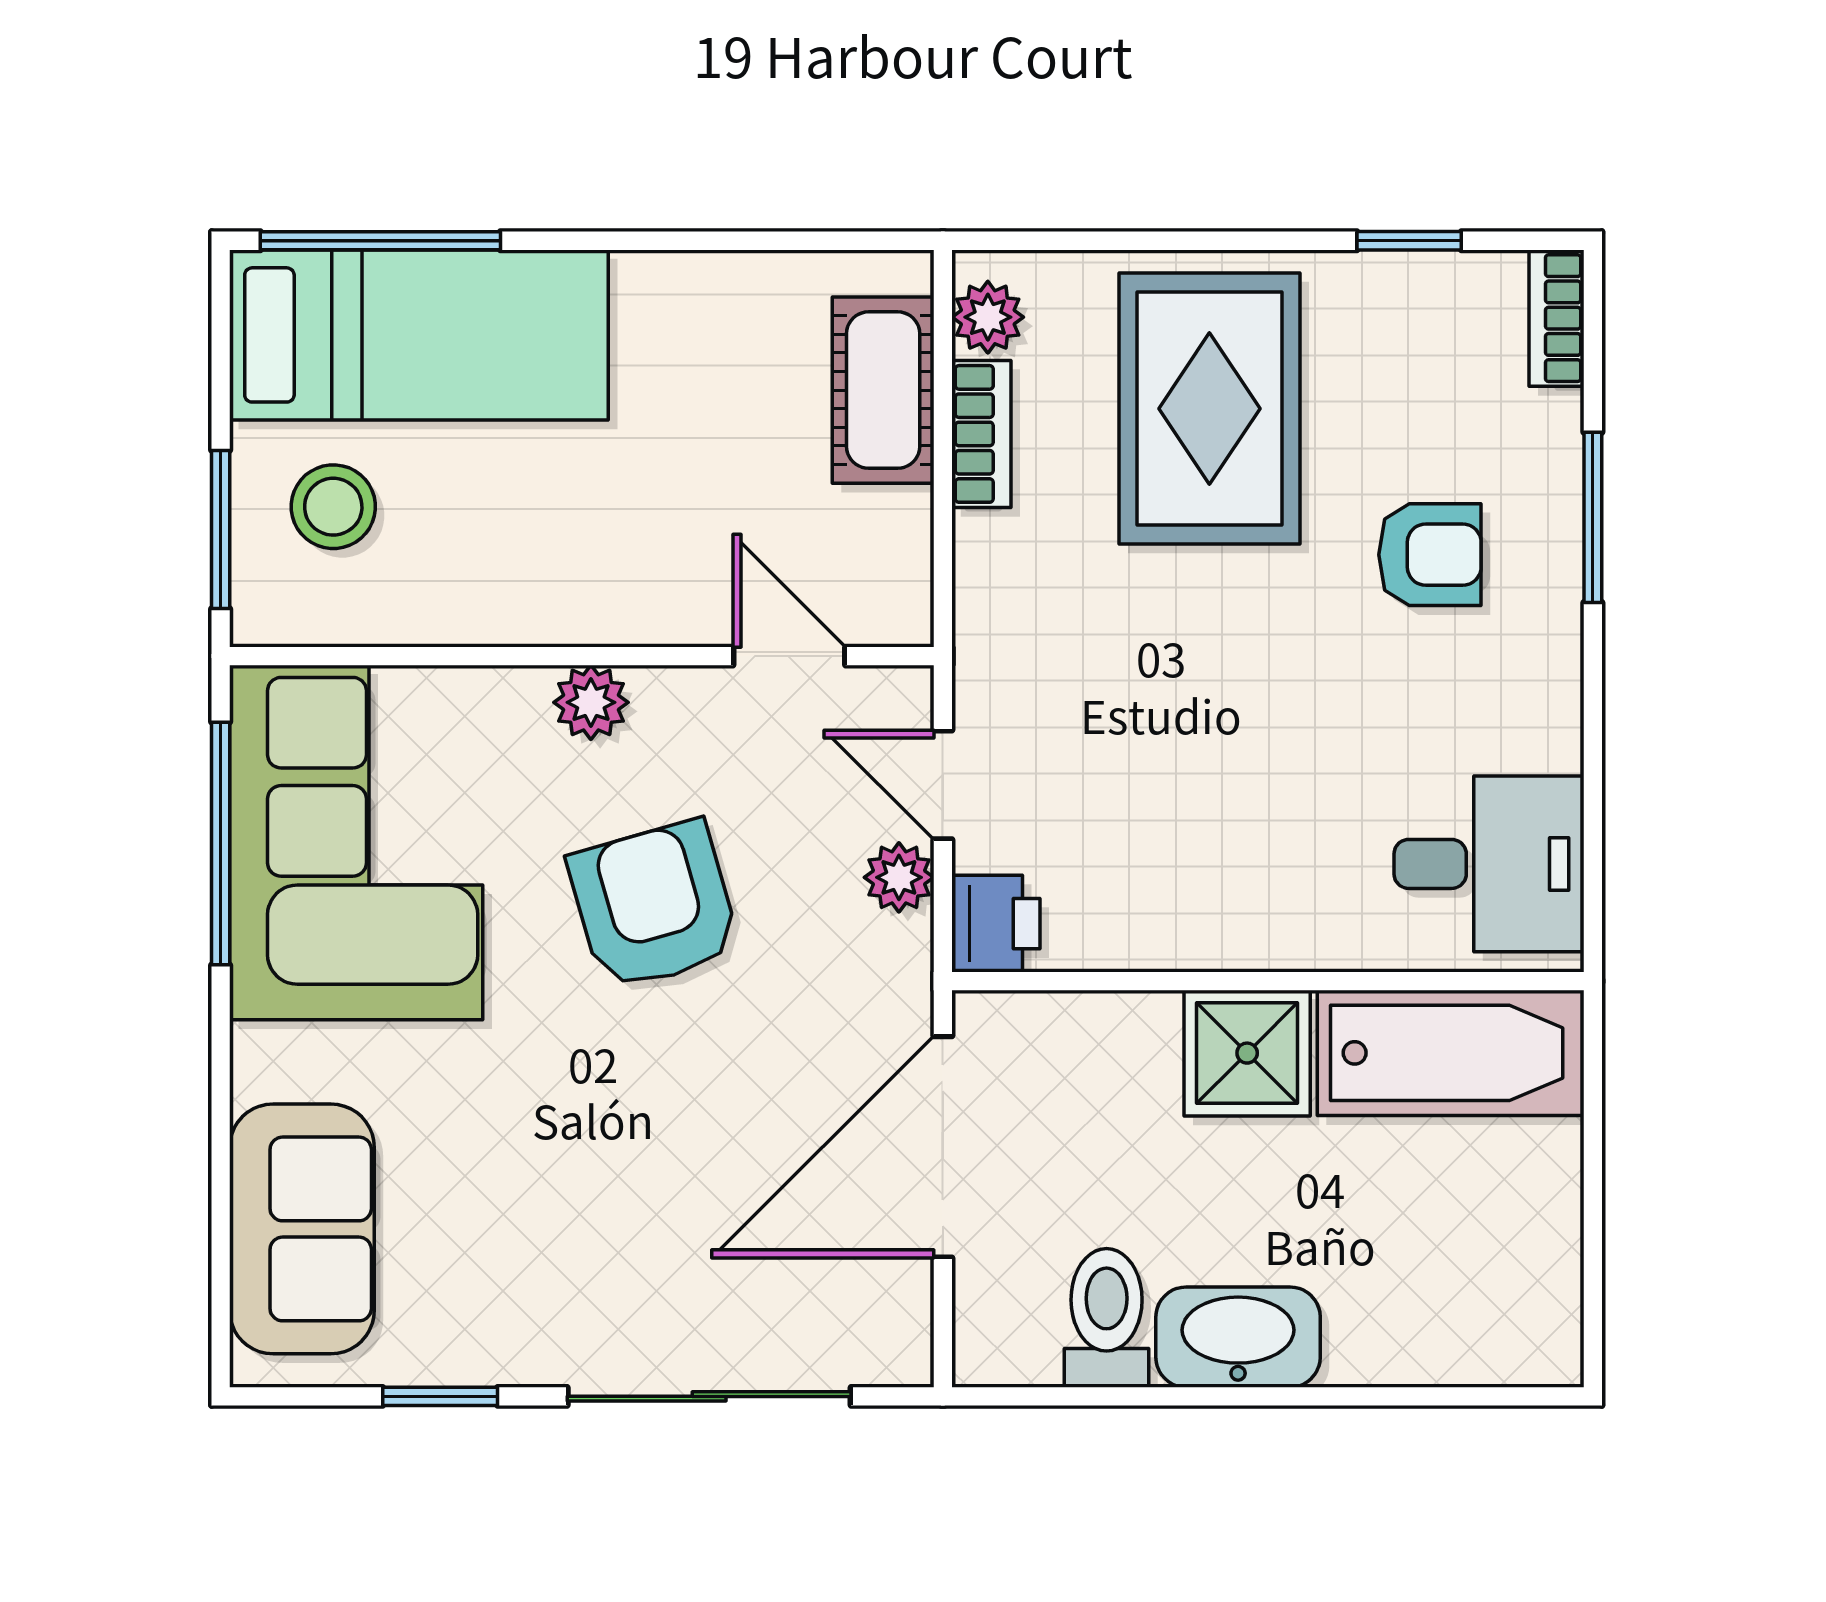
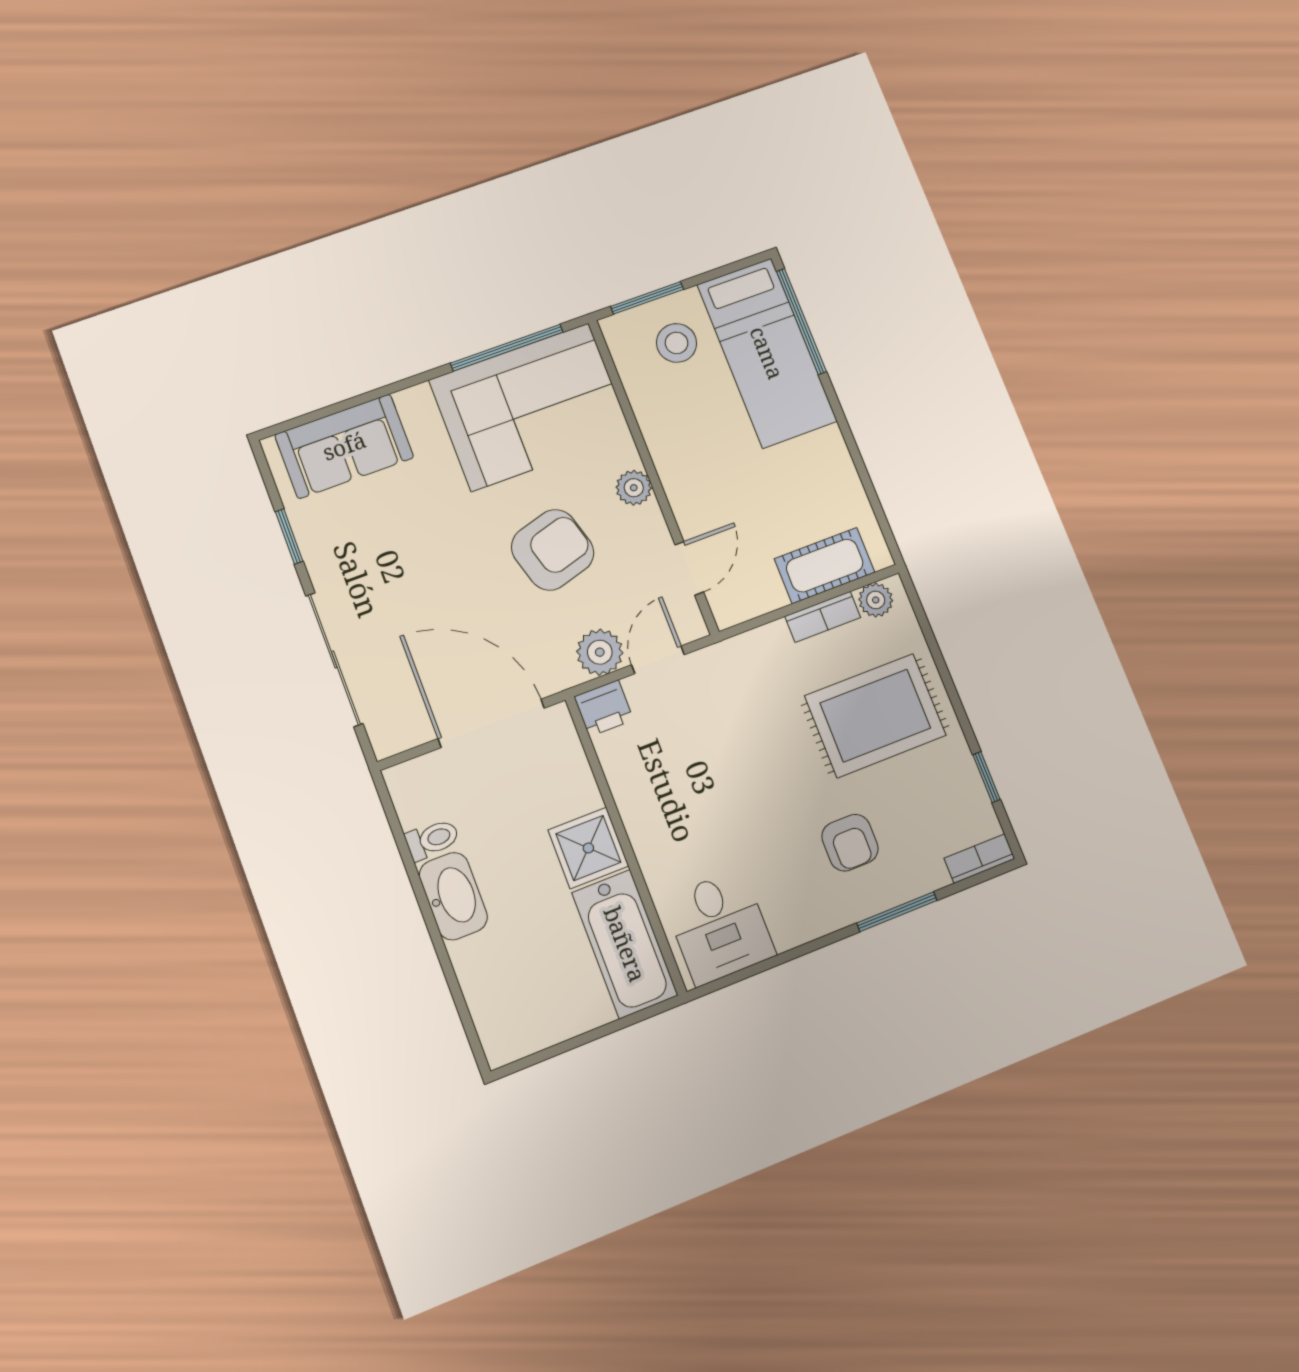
plant: (899, 877) -> (600, 652), width x1.38, depth x1.38
toilet: (1107, 1318) -> (432, 839), width x0.73, depth x0.72

